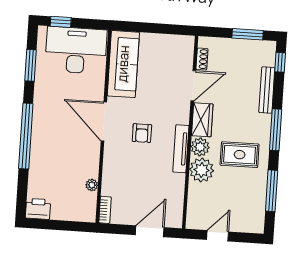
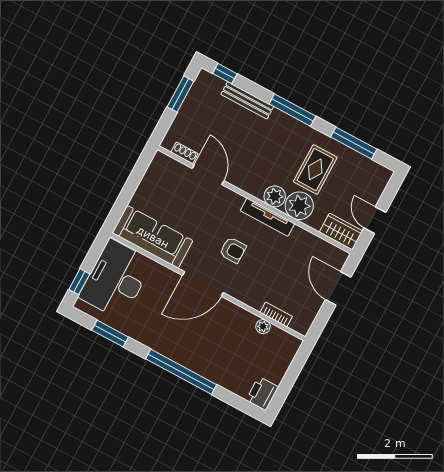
wardrobe: (202, 120) -> (341, 232), moved
rug: (240, 155) -> (315, 169), moved
bookcase: (105, 210) -> (276, 314), moved

